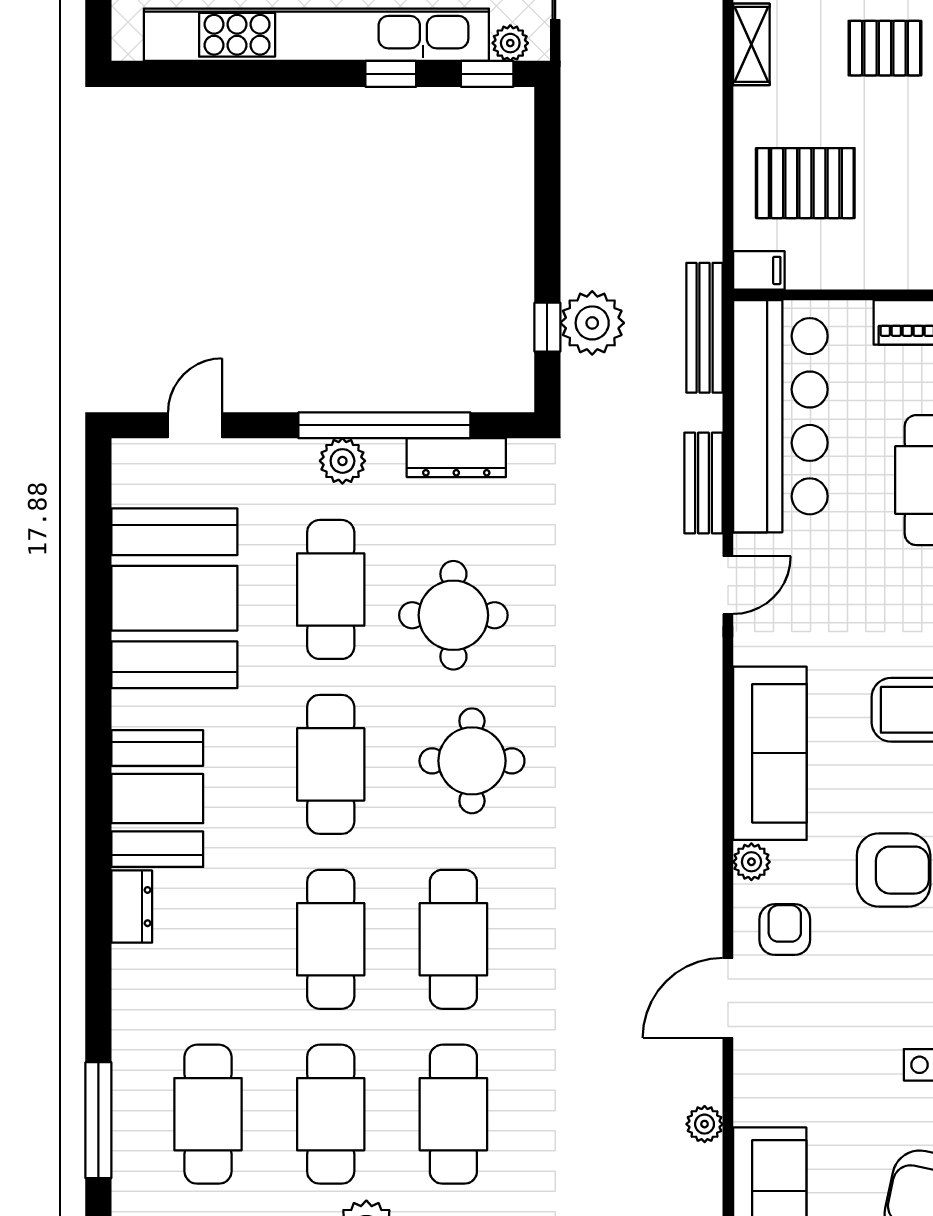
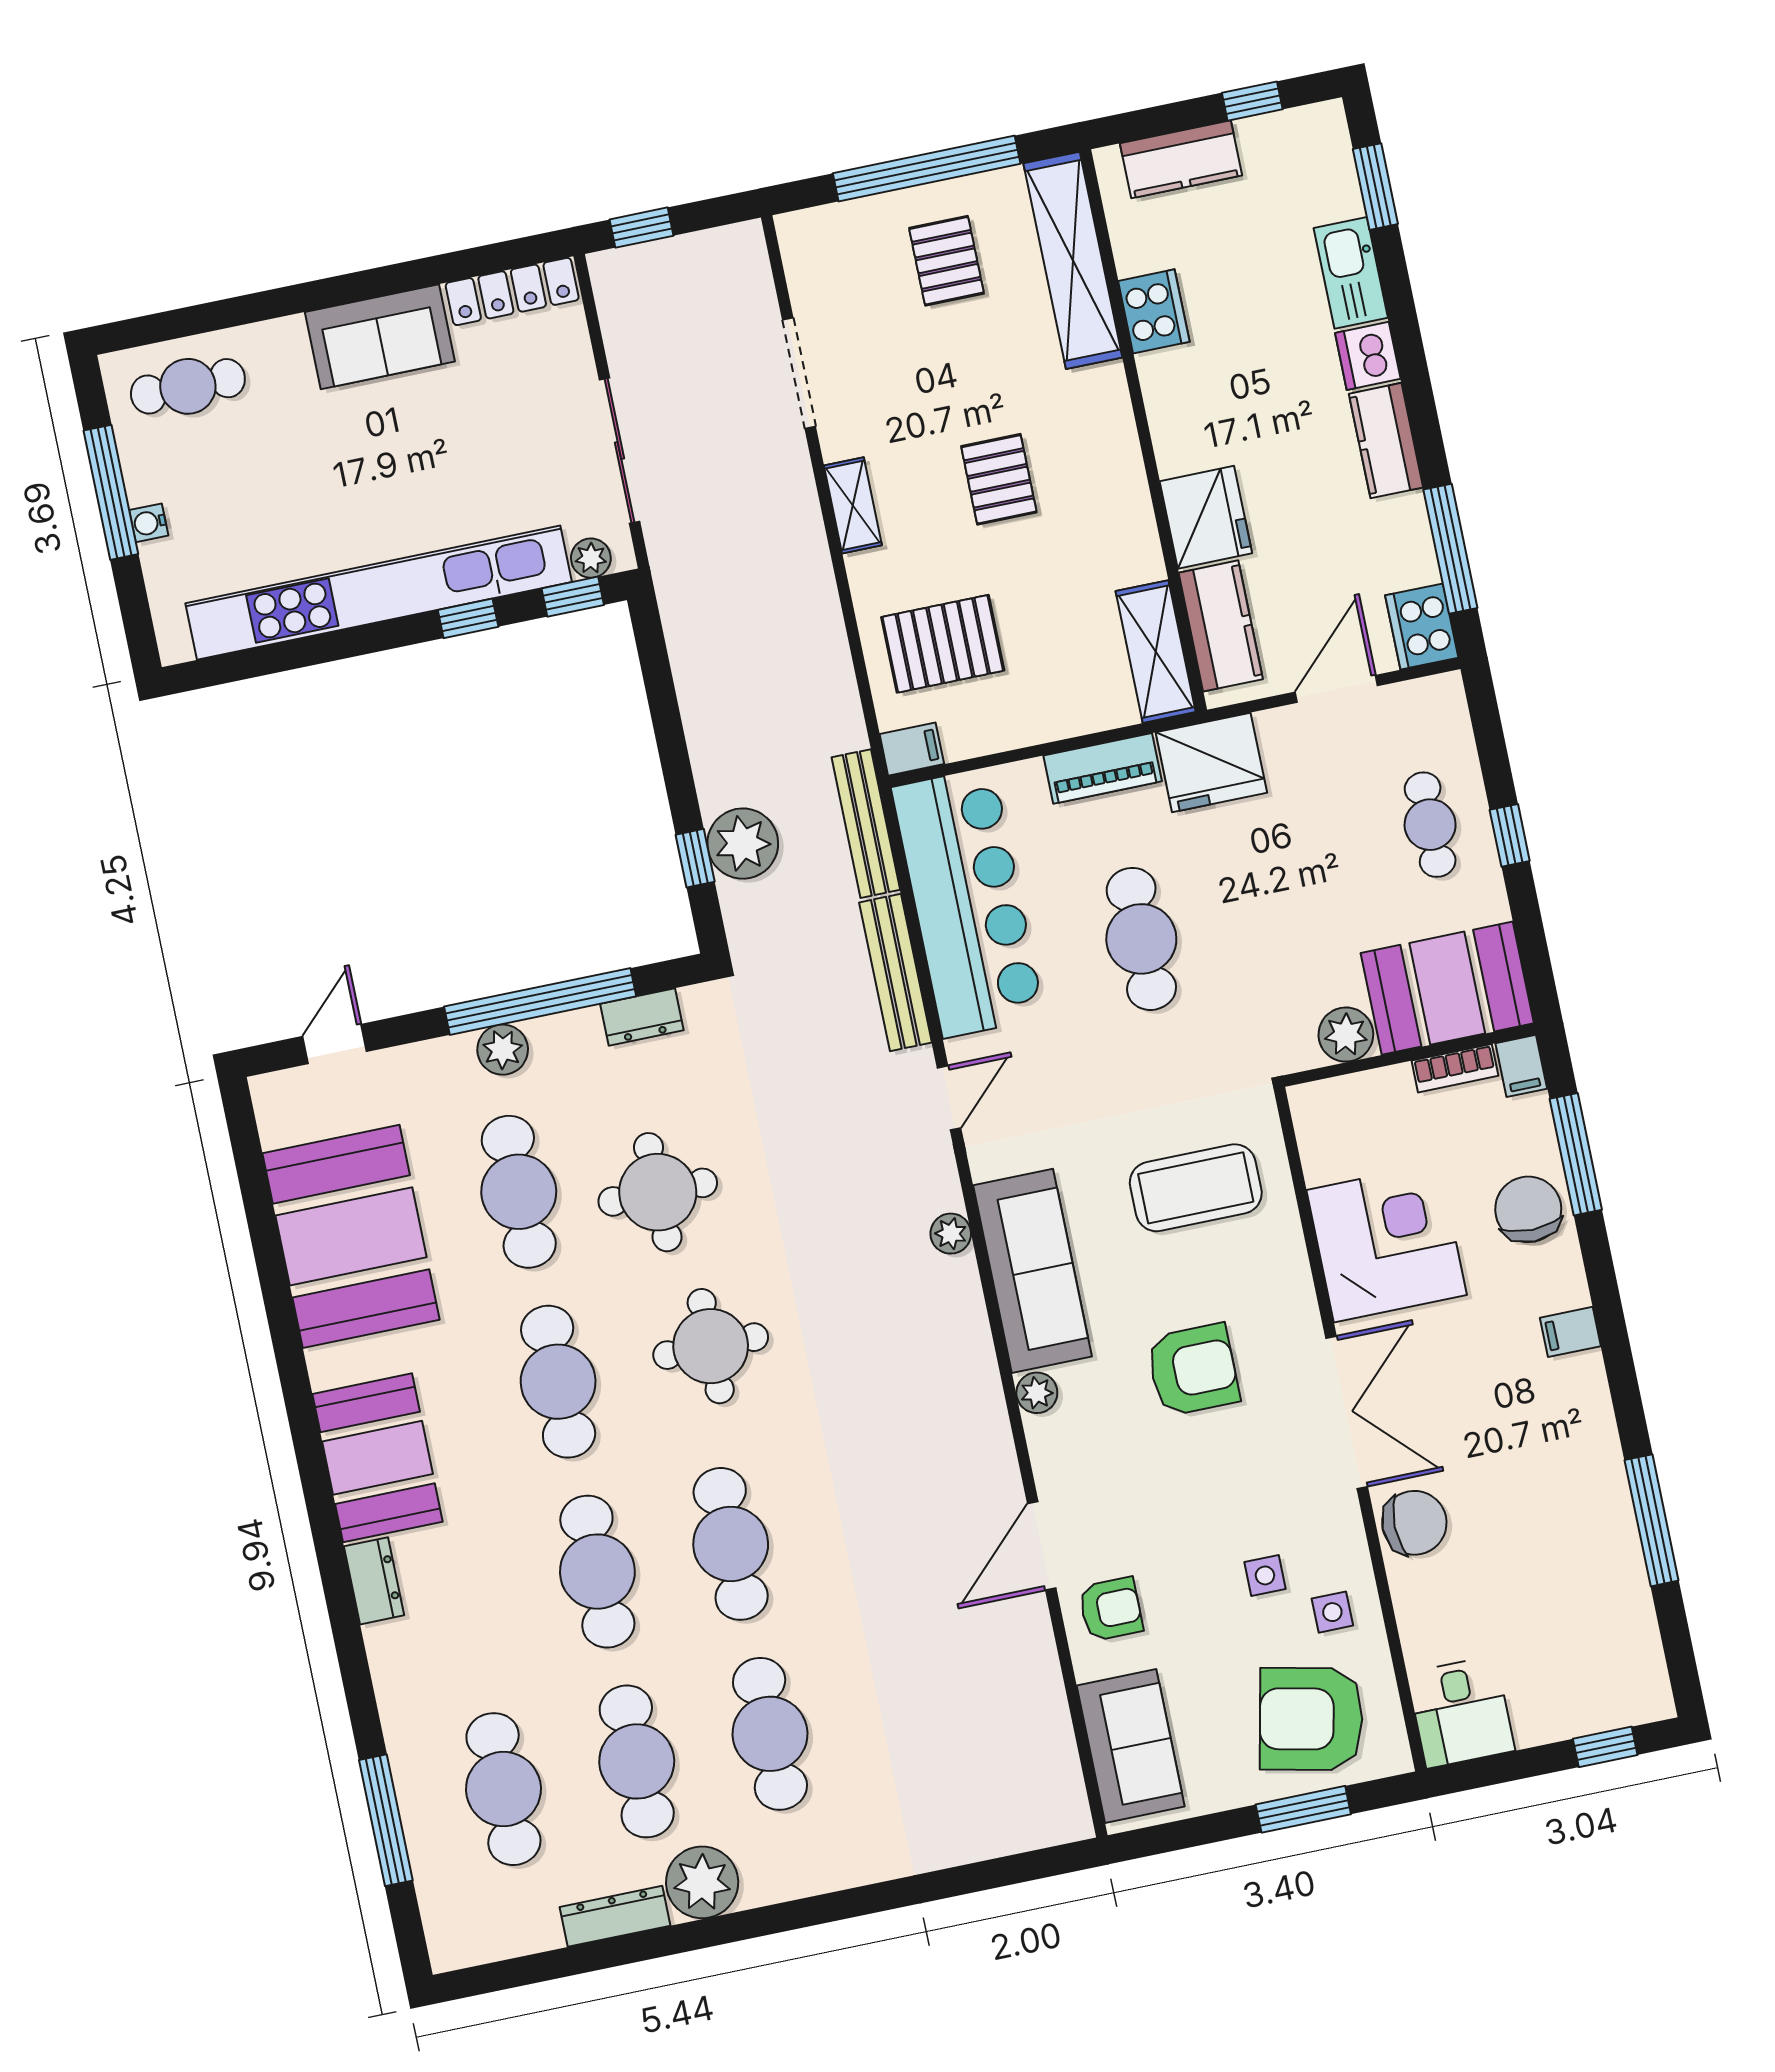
pallet: (885, 48) -> (999, 479), turned 90
dresser: (456, 458) -> (642, 1017), width x0.70
bench: (703, 483) -> (895, 972), width x1.36
armchair: (785, 930) -> (1111, 1609), moved, turned 90
plant: (705, 1124) -> (951, 1234), moved

